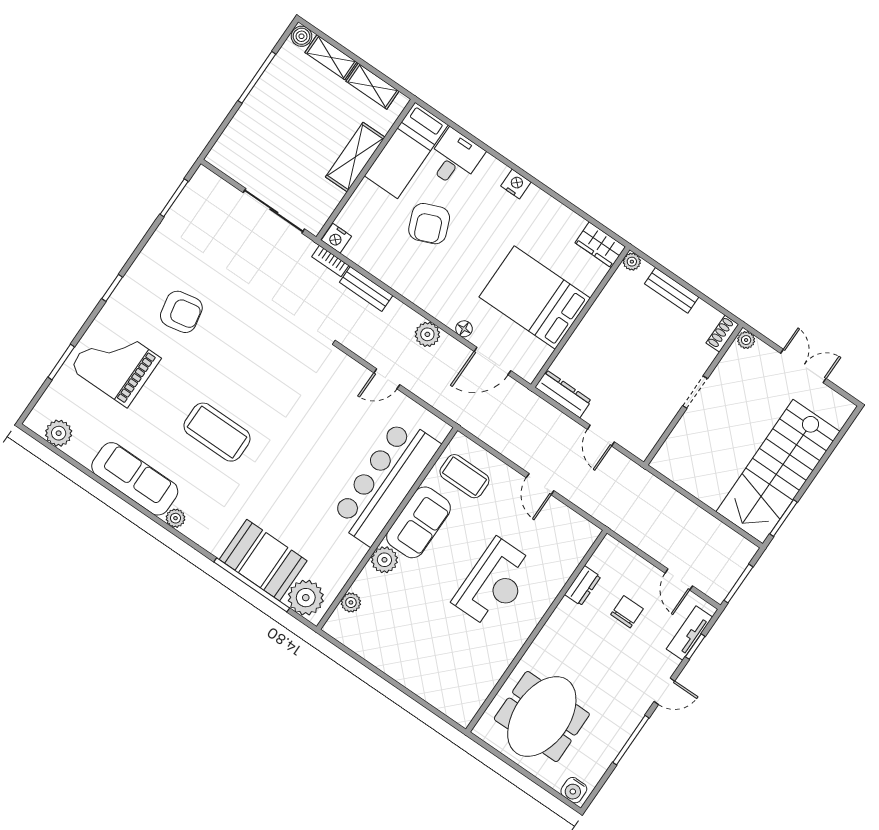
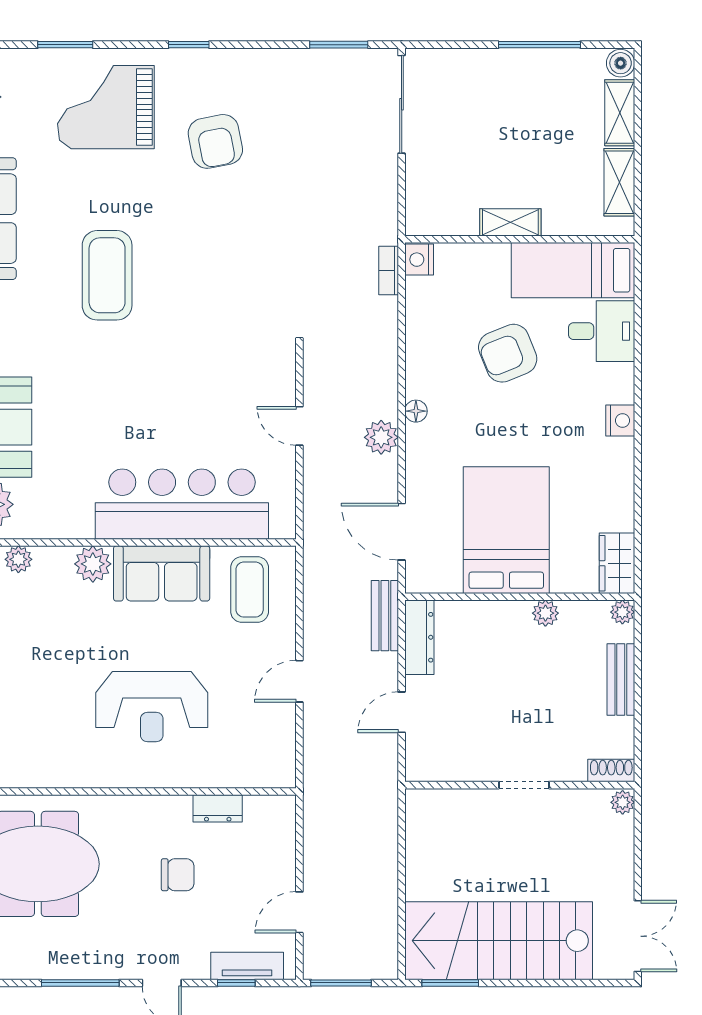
shelving: (355, 157) -> (510, 222), width x0.67, depth x0.75
sliding door: (274, 211) -> (402, 104), moved
bench: (366, 289) -> (385, 616), moved
plant: (601, 308) -> (545, 613), added
floor lamp: (464, 329) -> (416, 411), moved
grand piano: (116, 363) -> (106, 107), turned -90
double door: (803, 366) -> (638, 936), moved
chair: (627, 612) -> (178, 875), moved

